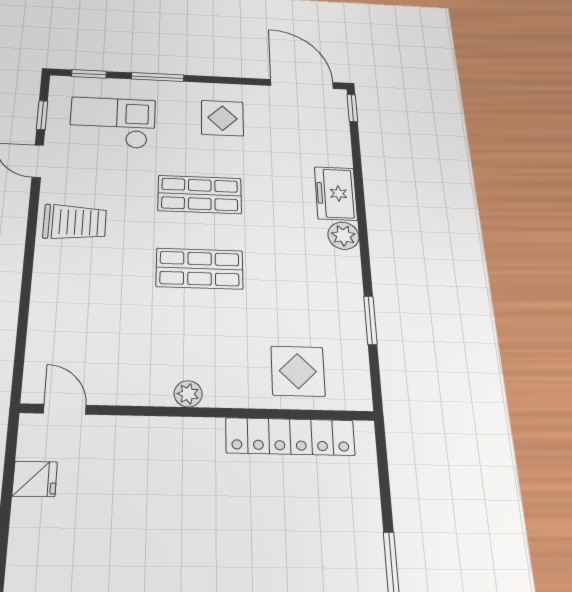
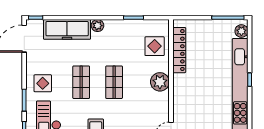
display table: (222, 118) -> (43, 83), moved
freezer: (336, 193) -> (67, 29), width x1.91, depth x1.26
plant: (188, 394) -> (160, 82), width x1.87, depth x1.87

